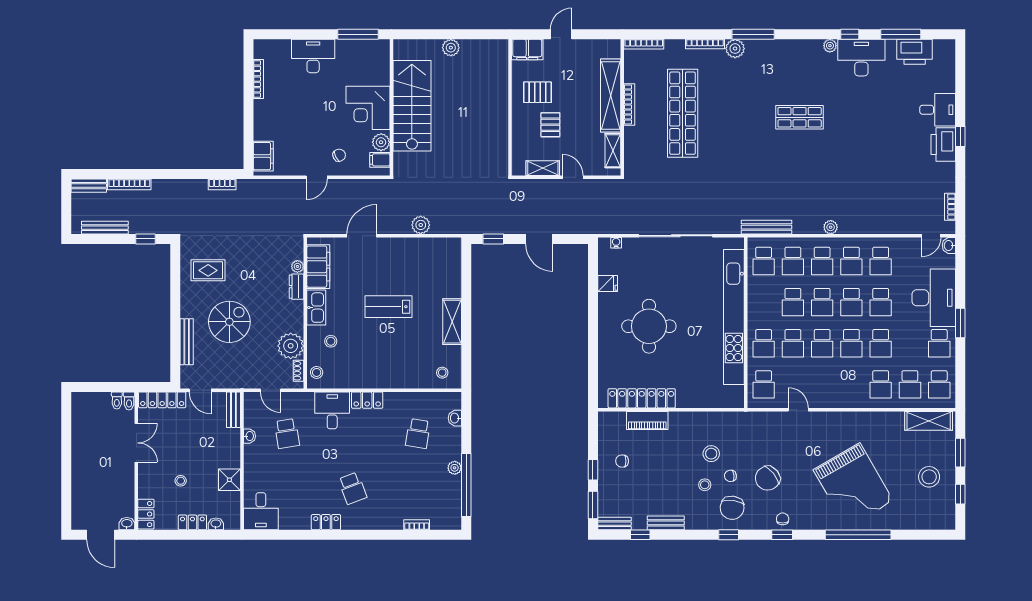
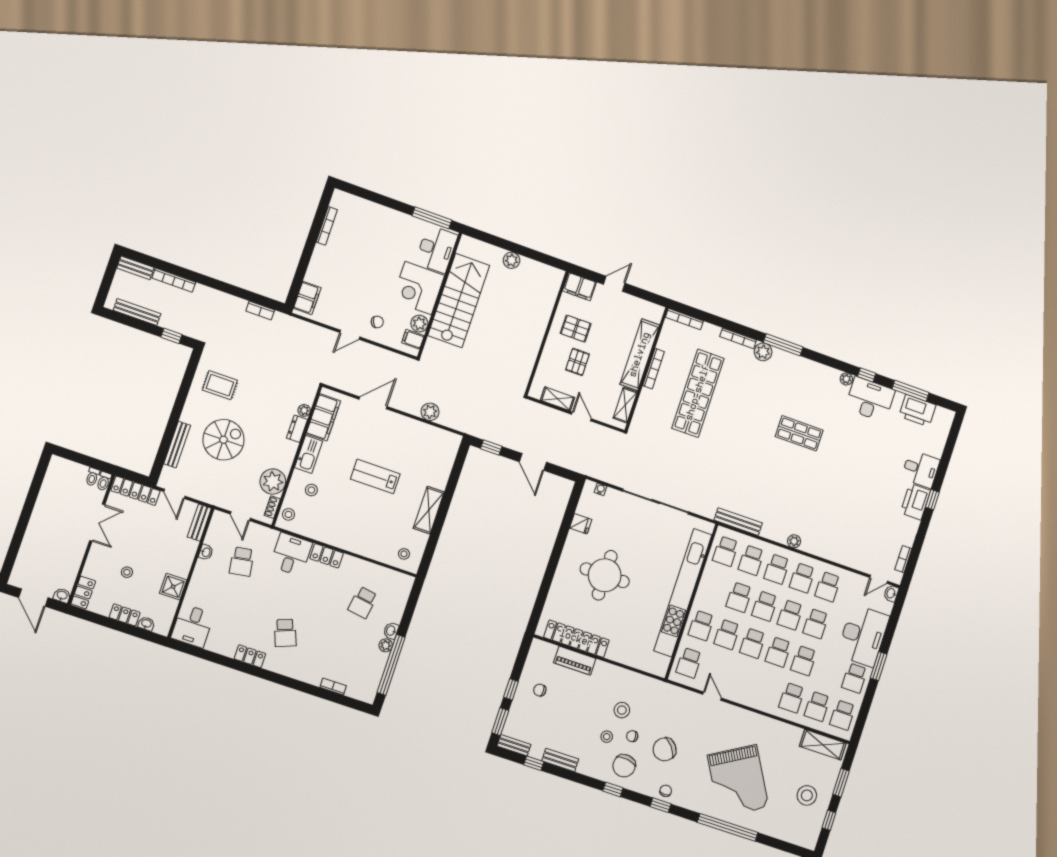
desk: (313, 56) -> (436, 249), moved, turned 90
washbasin: (455, 418) -> (391, 631), moved

